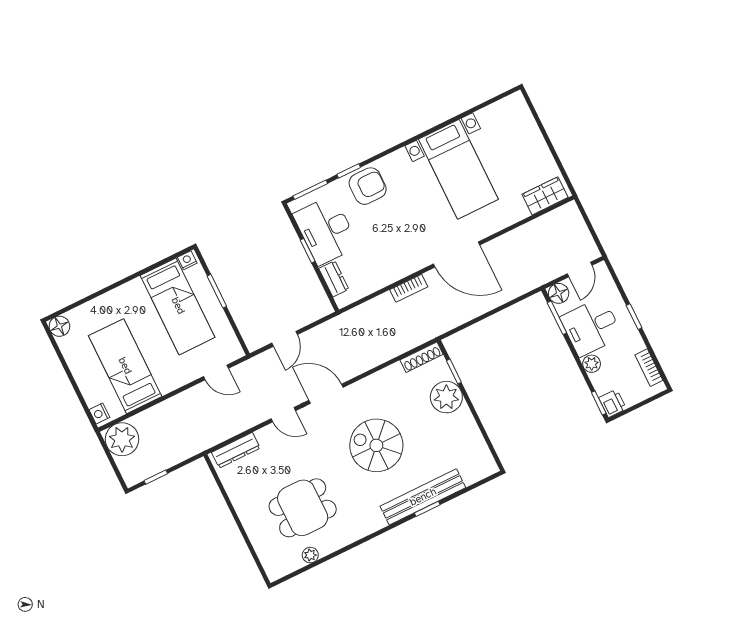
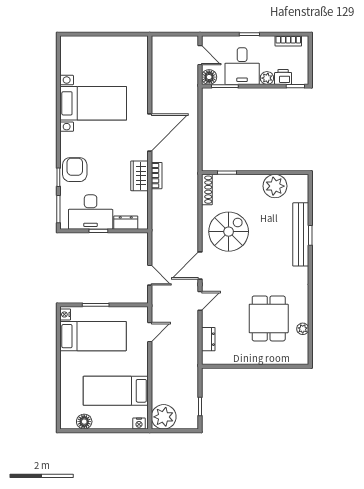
wardrobe: (545, 196) -> (139, 176), moved
floor lamp: (59, 326) -> (84, 422), moved
plant: (446, 397) -> (275, 186), moved
printer: (613, 403) -> (283, 77), moved
spiral stairs: (376, 445) -> (229, 232), moved, turned 180
dresser: (236, 450) -> (208, 339), width x0.70

